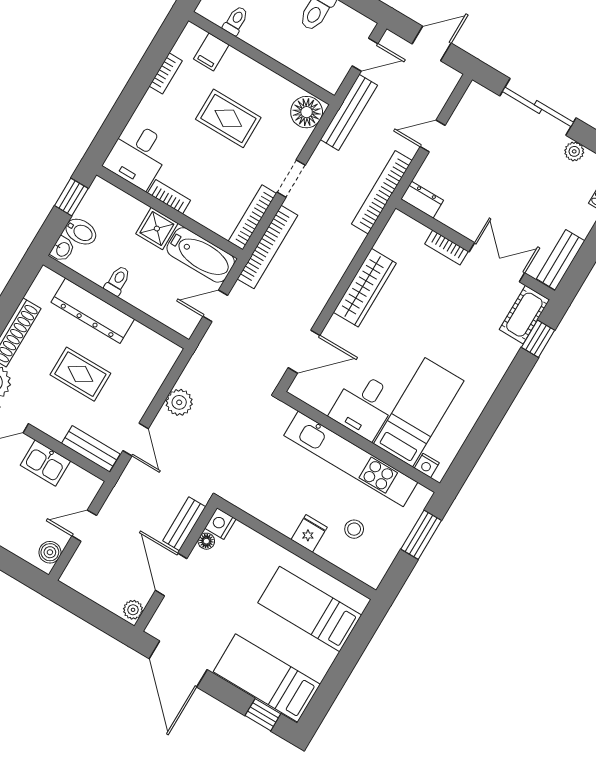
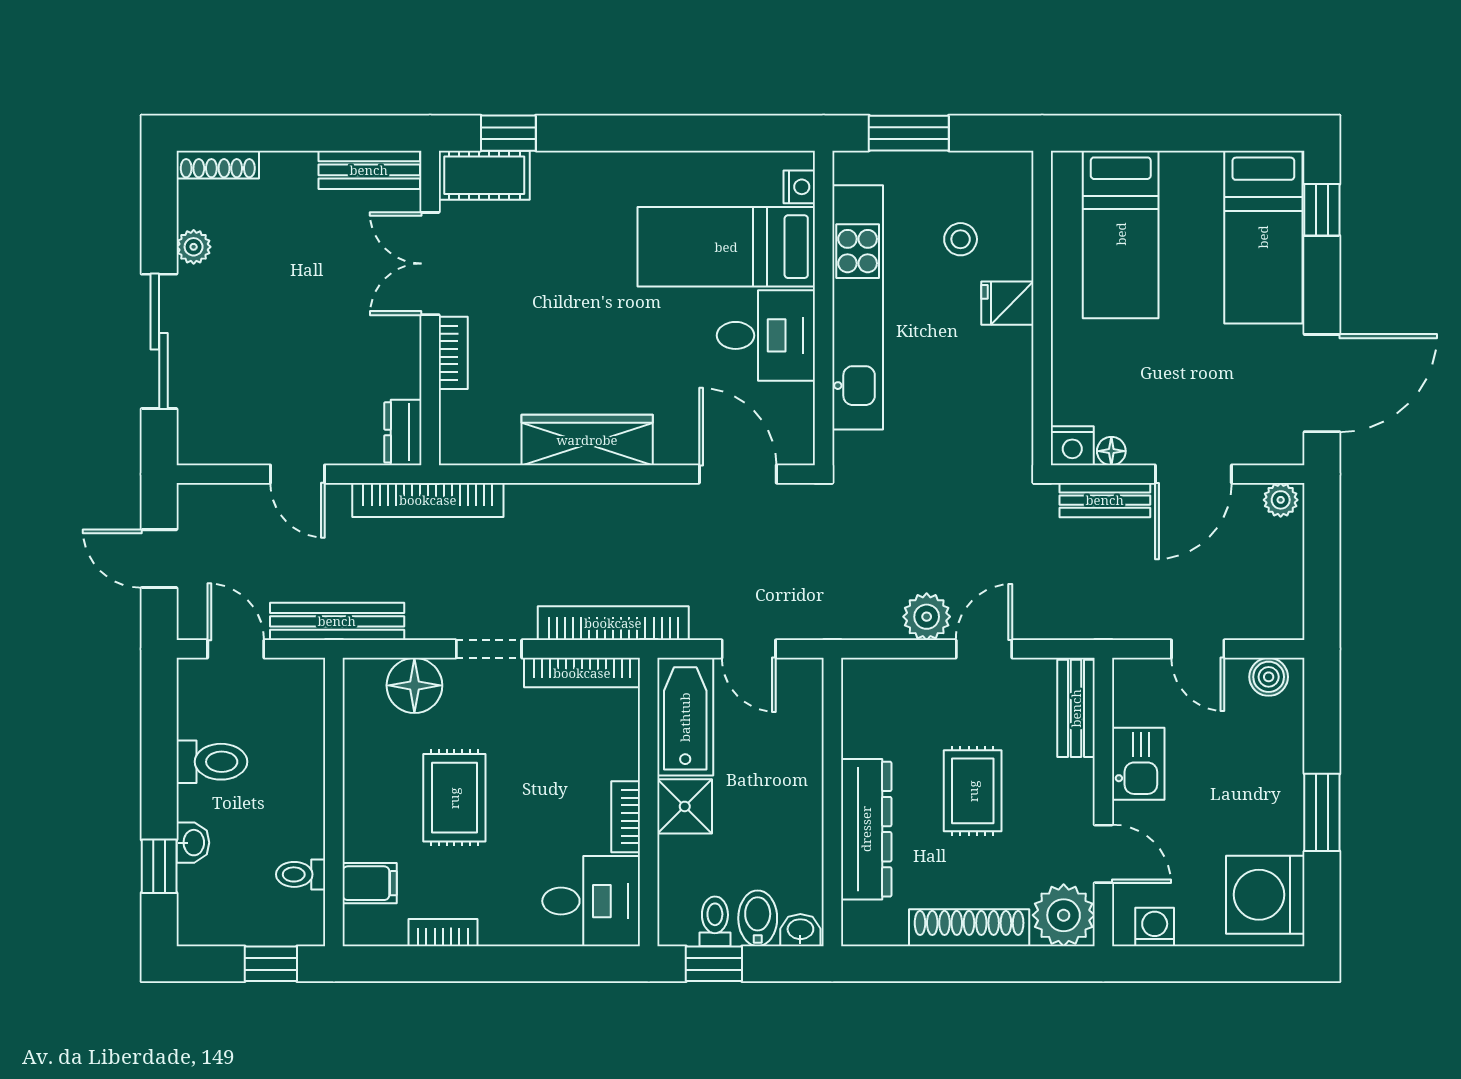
floor lamp: (307, 112) -> (414, 685), moved
toilet: (118, 281) -> (715, 921), moved, turned 90
door: (136, 440) -> (984, 649), moved

